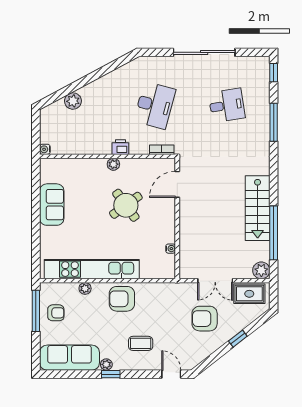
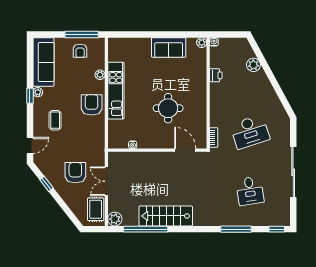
desk: (155, 105) -> (250, 132), turned -33
printer: (120, 147) -> (216, 75), moved
plant: (113, 164) -> (202, 43), moved
round table: (126, 205) -> (168, 108), turned 36
kitchen unit: (92, 269) -> (116, 91), width x0.73
window: (238, 339) -> (46, 184), moved

